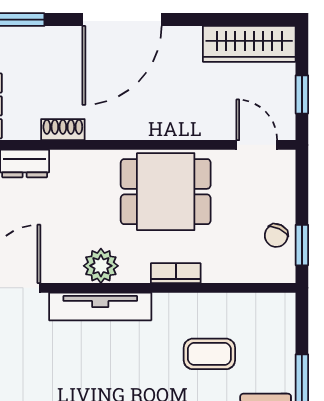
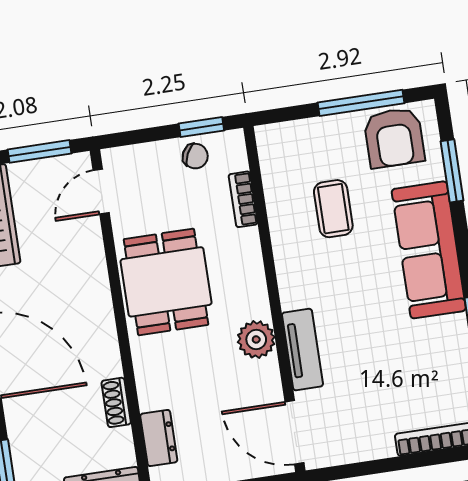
window: (302, 94) -> (40, 151), width x1.50
bookcase: (176, 273) -> (243, 199), moved
tv unit: (100, 306) -> (302, 350), width x0.71

